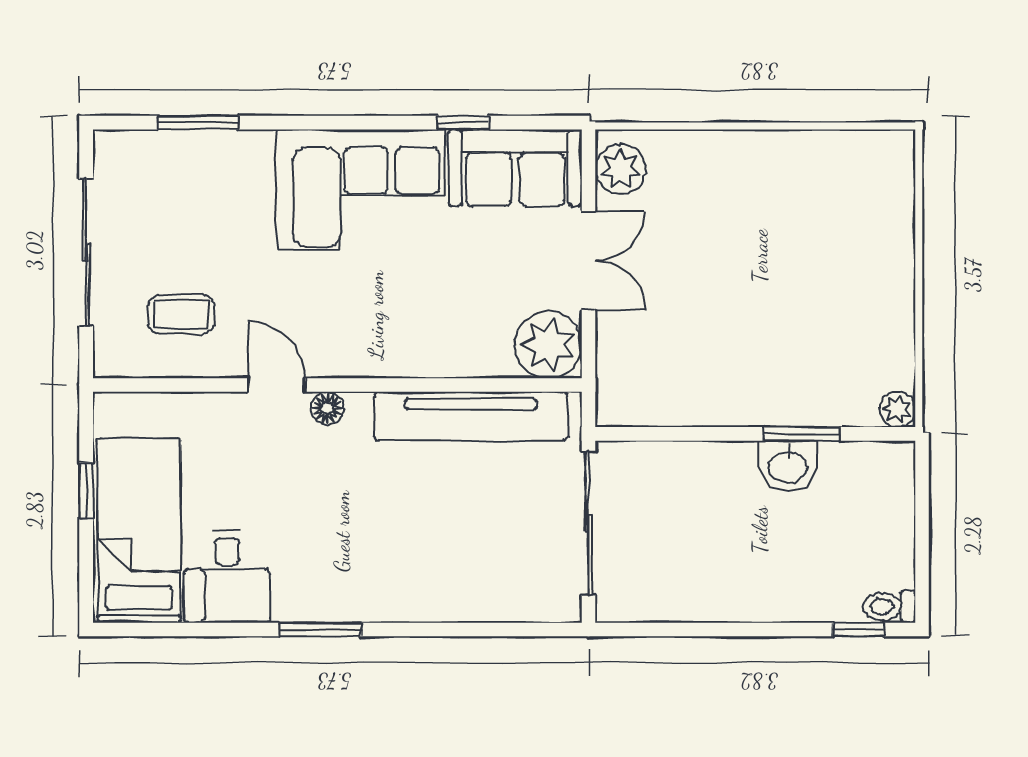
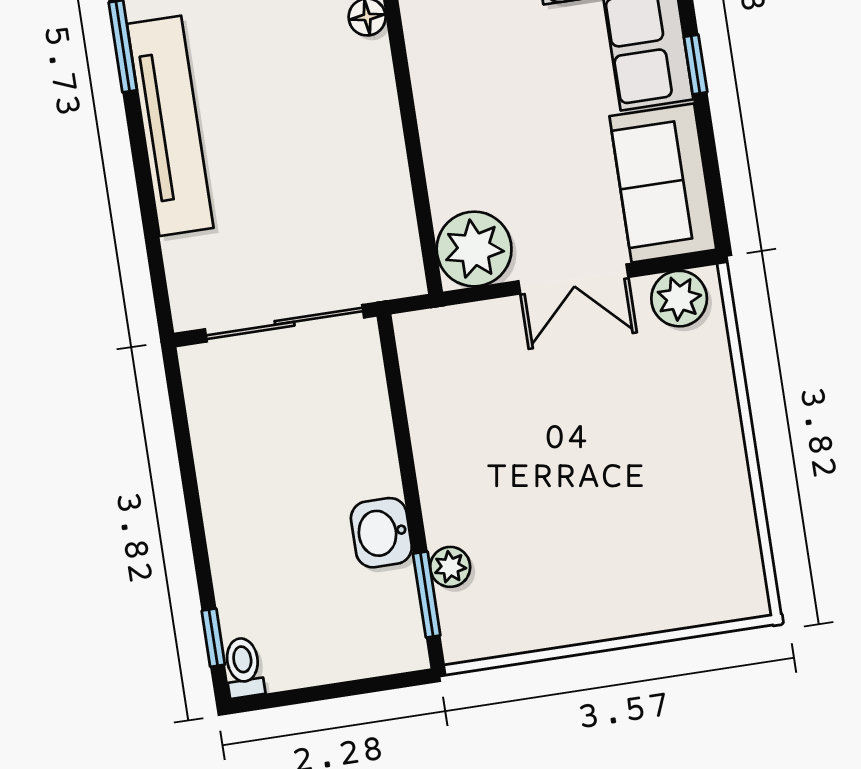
window: (463, 123) -> (696, 65), moved
plant: (897, 409) -> (450, 567), moved
tv unit: (471, 416) -> (170, 126), moved, turned 180
window: (802, 434) -> (427, 595), moved

